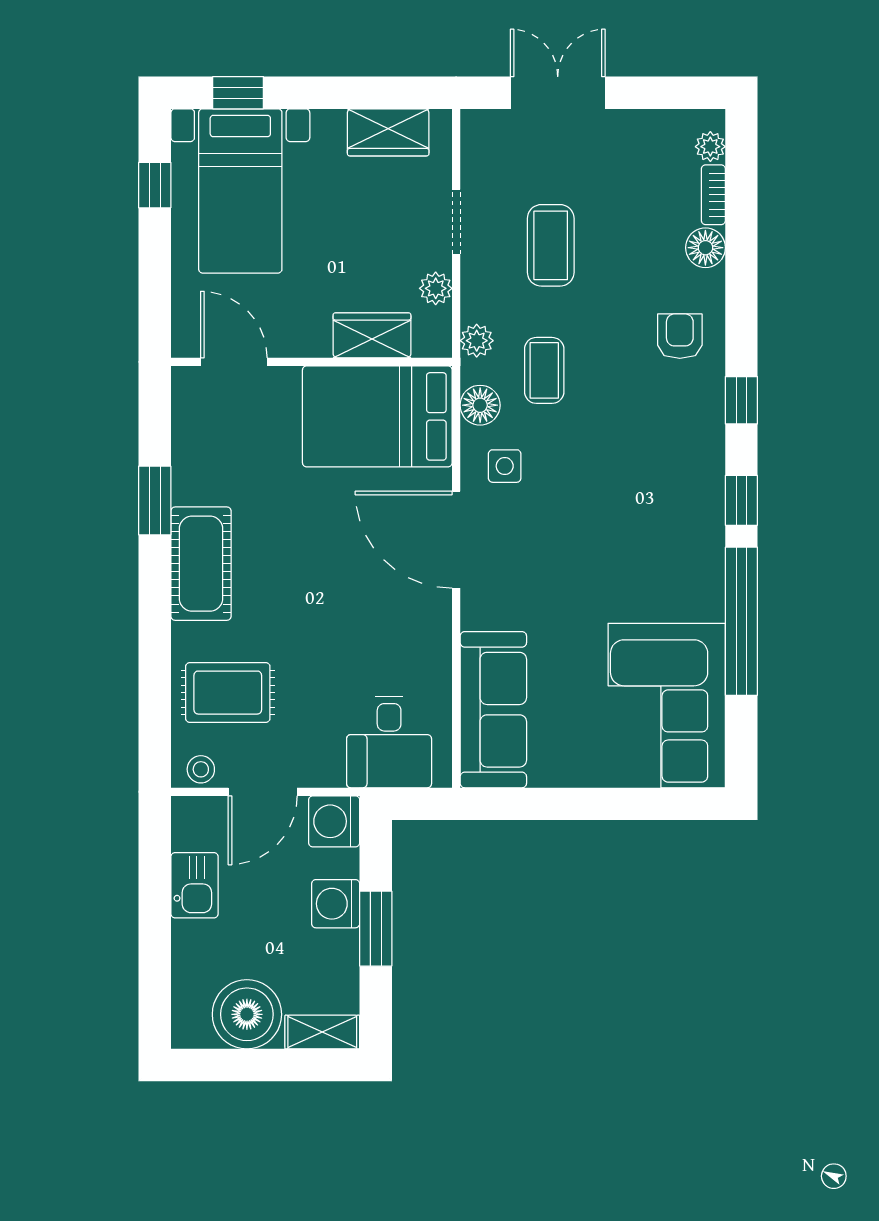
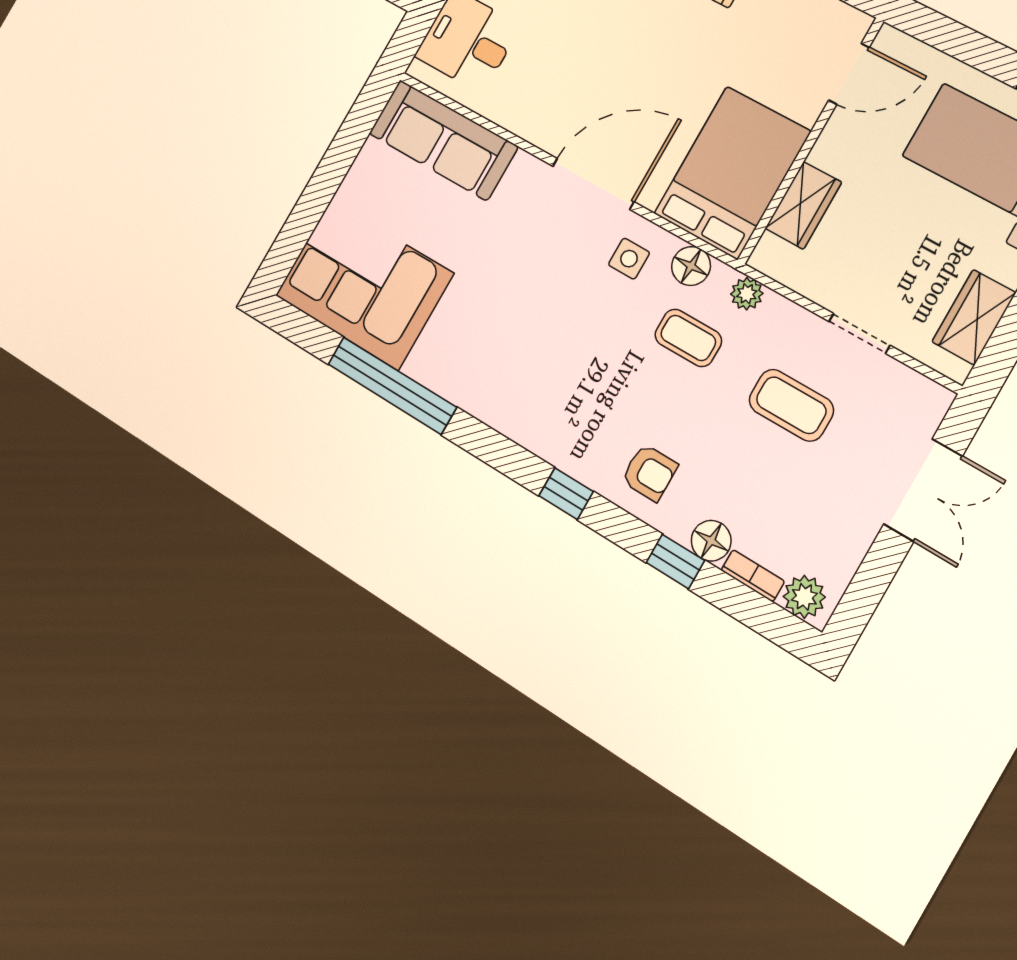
plant: (710, 147) -> (804, 597), width x1.38, depth x1.38
plant: (436, 288) -> (812, 283), removed
window: (741, 500) -> (675, 561), moved

